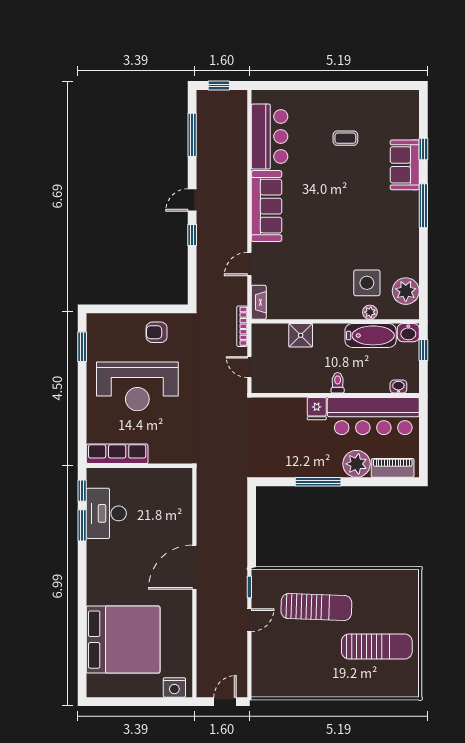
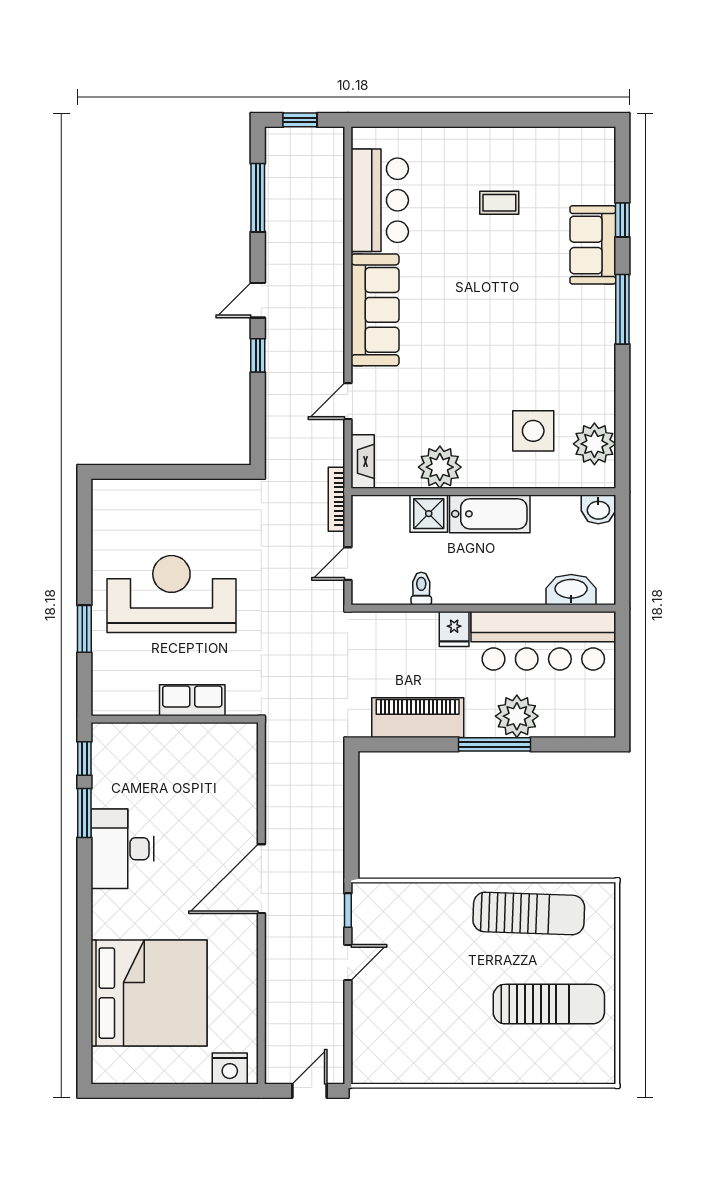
plant: (370, 312) -> (440, 467), moved, width x1.88, depth x1.88
armchair: (157, 332) -> (202, 509), removed
bathtub: (371, 335) -> (490, 514), moved
window: (82, 347) -> (84, 629), moved
window: (423, 350) -> (622, 537), removed
door: (249, 367) -> (348, 564), hinge flipped
toilet: (338, 383) -> (421, 588), moved
reception desk: (137, 386) -> (171, 594), turned 180
washbasin: (398, 387) -> (571, 590), width x1.91, depth x1.45
row of seats: (117, 454) -> (192, 700), moved, width x0.68
piano: (393, 468) -> (418, 718), moved, width x1.37, depth x1.33
window: (318, 482) -> (494, 744), moved
desk: (106, 513) -> (123, 849), moved
sun lounger: (316, 607) -> (529, 914), moved

